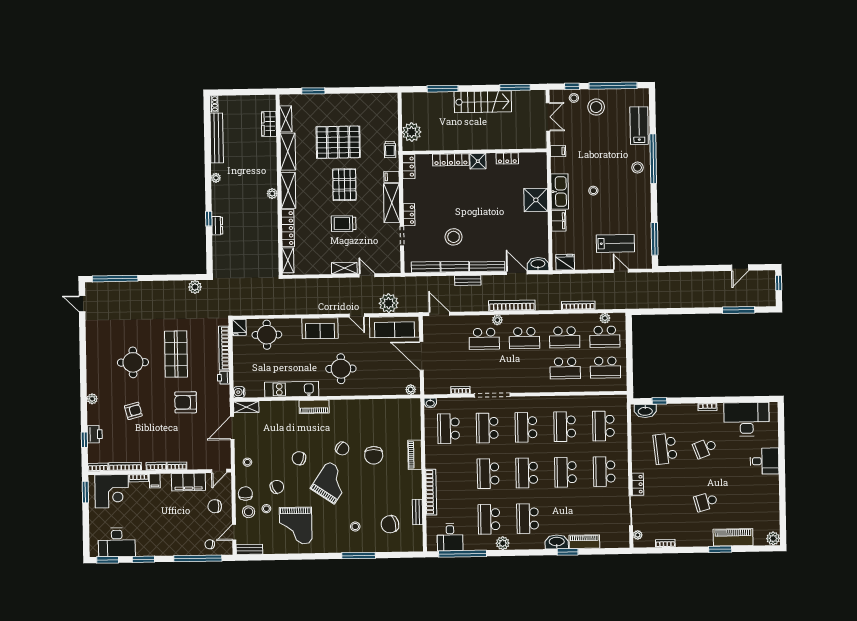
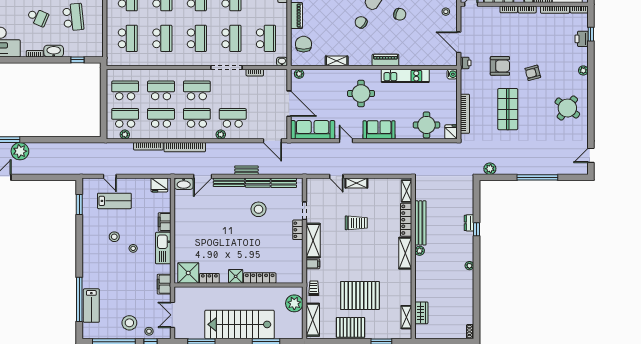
stairs: (483, 102) -> (240, 324), width x1.36, depth x1.51
bench: (217, 138) -> (420, 223), moved
filing cabinet: (558, 151) -> (164, 284), width x2.00
shelving: (288, 152) -> (313, 320), moved
window: (653, 159) -> (79, 299), moved
locker: (409, 167) -> (297, 273), removed
stool: (637, 168) -> (114, 237), moved
pallet: (344, 185) -> (351, 327), moved, turned 90
shower: (536, 200) -> (188, 273), moved
window: (655, 239) -> (79, 204), width x0.69
lab bench: (615, 243) -> (114, 201), turned 180
door: (517, 273) -> (203, 176), hinge flipped
window: (115, 279) -> (537, 177), moved
plant: (389, 303) -> (20, 151), moved
door: (82, 304) -> (591, 155), swing flipped
bookcase: (512, 306) -> (185, 147), moved
round table: (133, 362) -> (567, 108), moved, turned 37
school desk: (525, 369) -> (197, 90), added
printer: (224, 378) -> (466, 63), moved
shelving: (246, 407) -> (337, 61), moved
armchair: (133, 411) -> (533, 73), moved
washbasin: (645, 411) -> (54, 51), moved
door: (232, 428) -> (459, 42), swing flipped
school desk: (705, 448) -> (38, 17), turned 45
chair: (374, 455) -> (304, 44), moved

